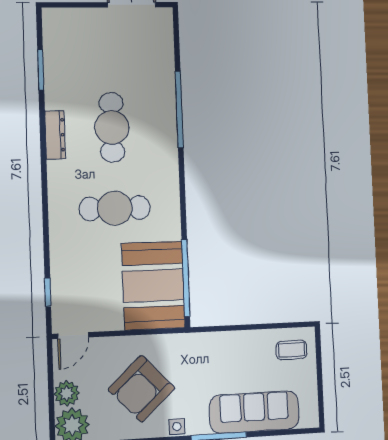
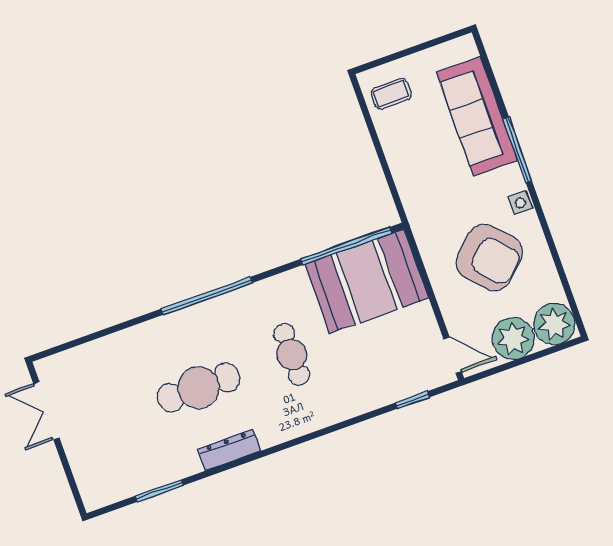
window: (179, 109) -> (207, 296), moved
cafe table: (115, 208) -> (292, 354), width x0.73, depth x0.74
coffee table: (292, 350) -> (391, 94), turned 90
plant: (67, 393) -> (513, 338), width x1.36, depth x1.36

